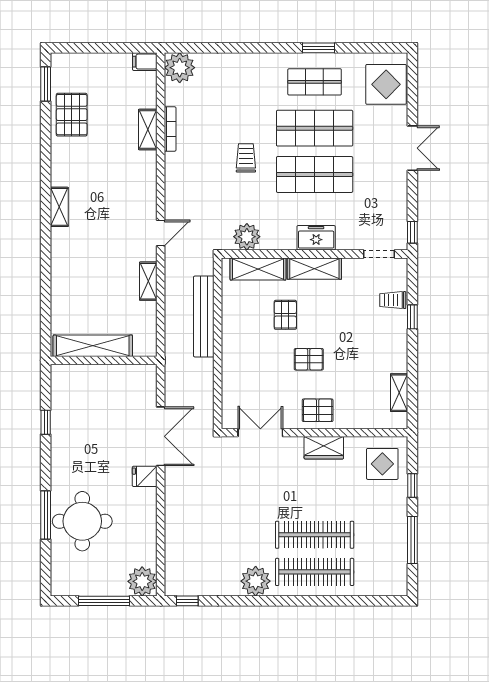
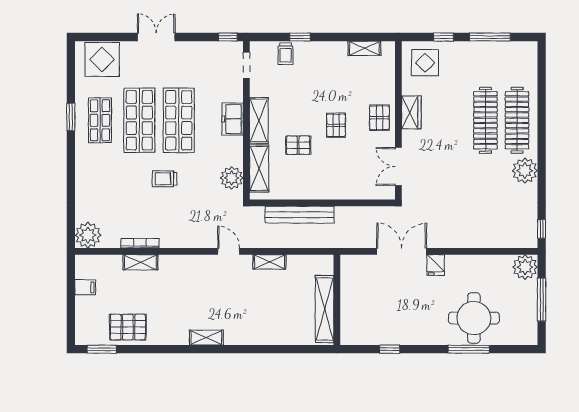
filing cabinet: (145, 62) -> (85, 287), moved, turned -90

